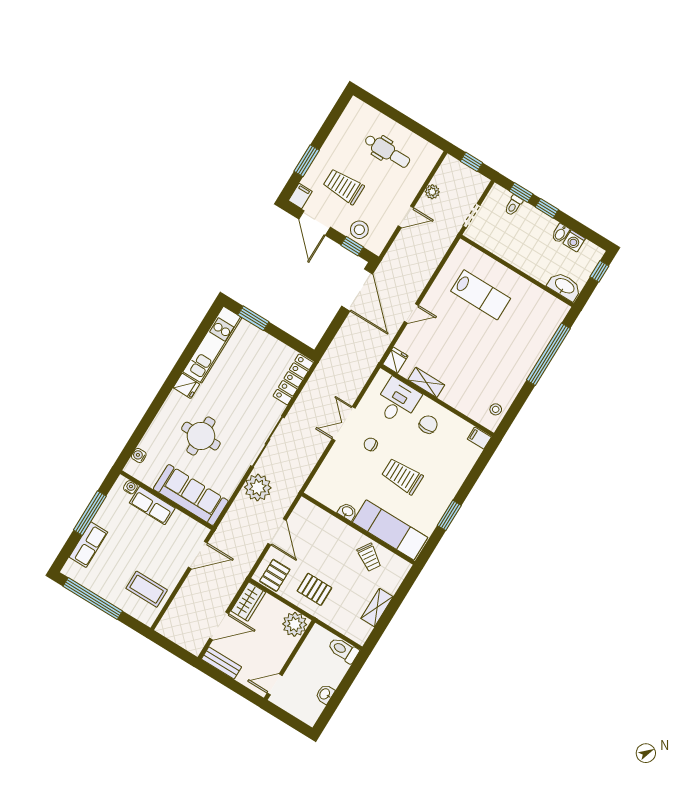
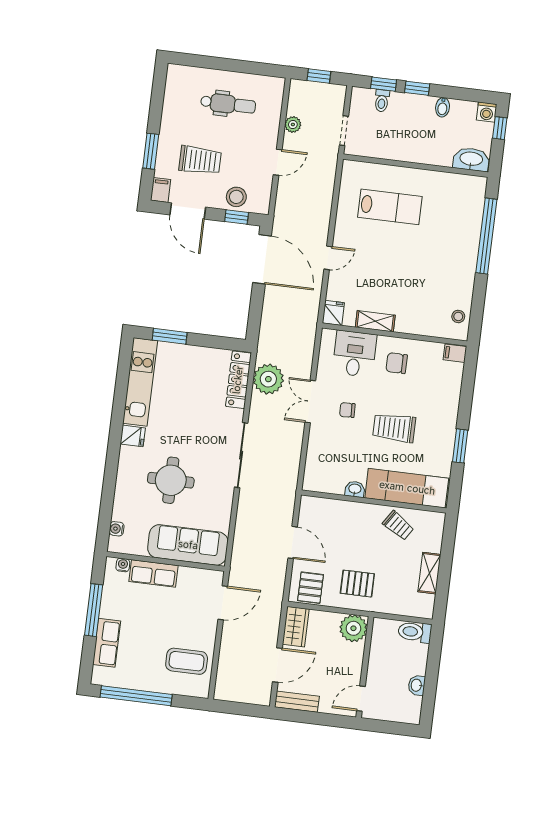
trolley: (343, 186) -> (200, 160), turned 180
washing machine: (574, 241) -> (487, 112), moved
chair: (428, 424) -> (397, 363), turned -90
plant: (258, 488) -> (268, 379), moved

